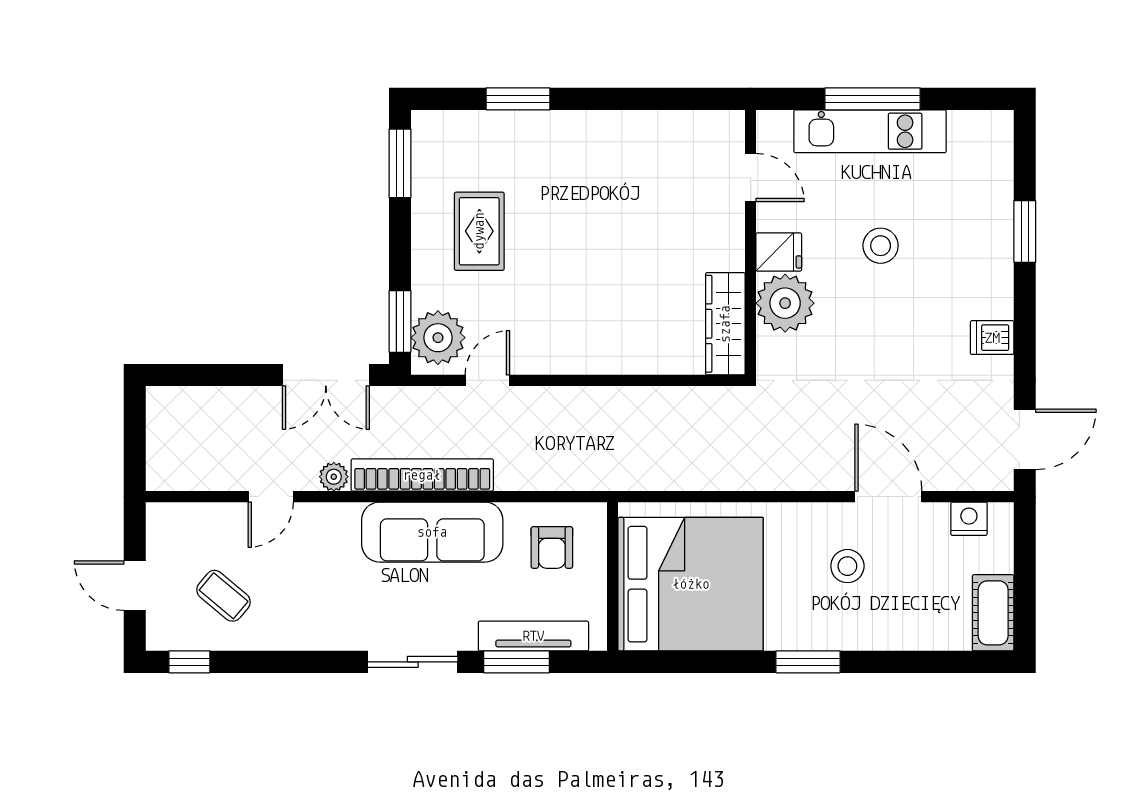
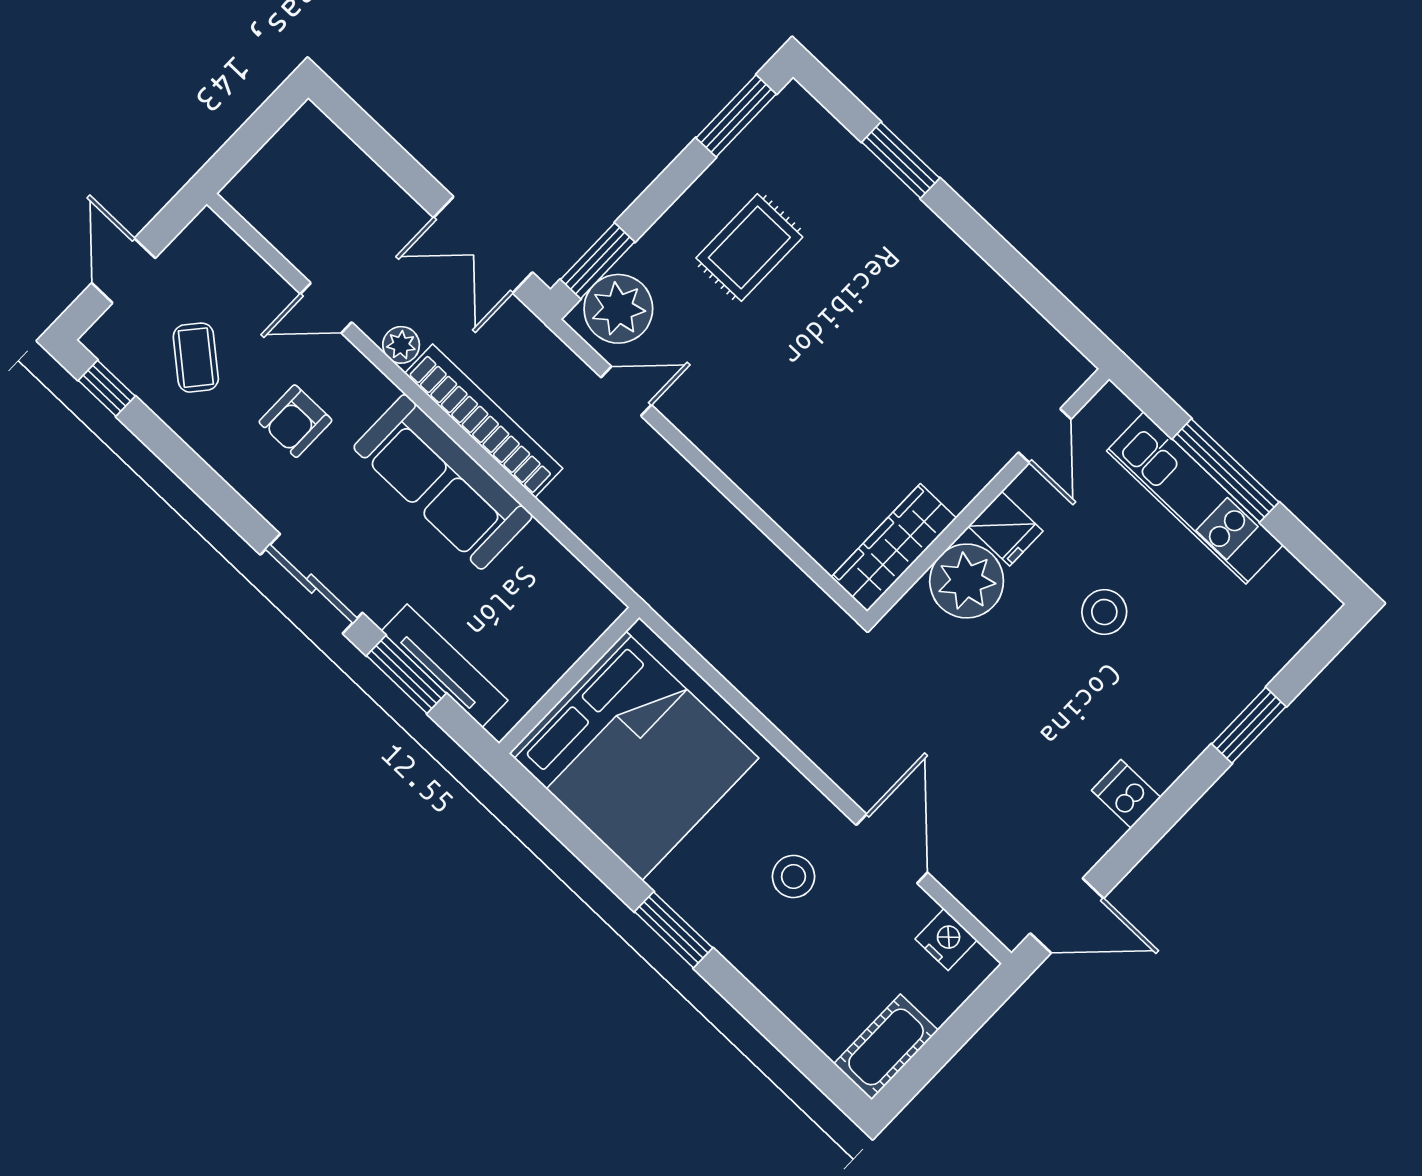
armchair: (552, 547) -> (295, 421), moved

